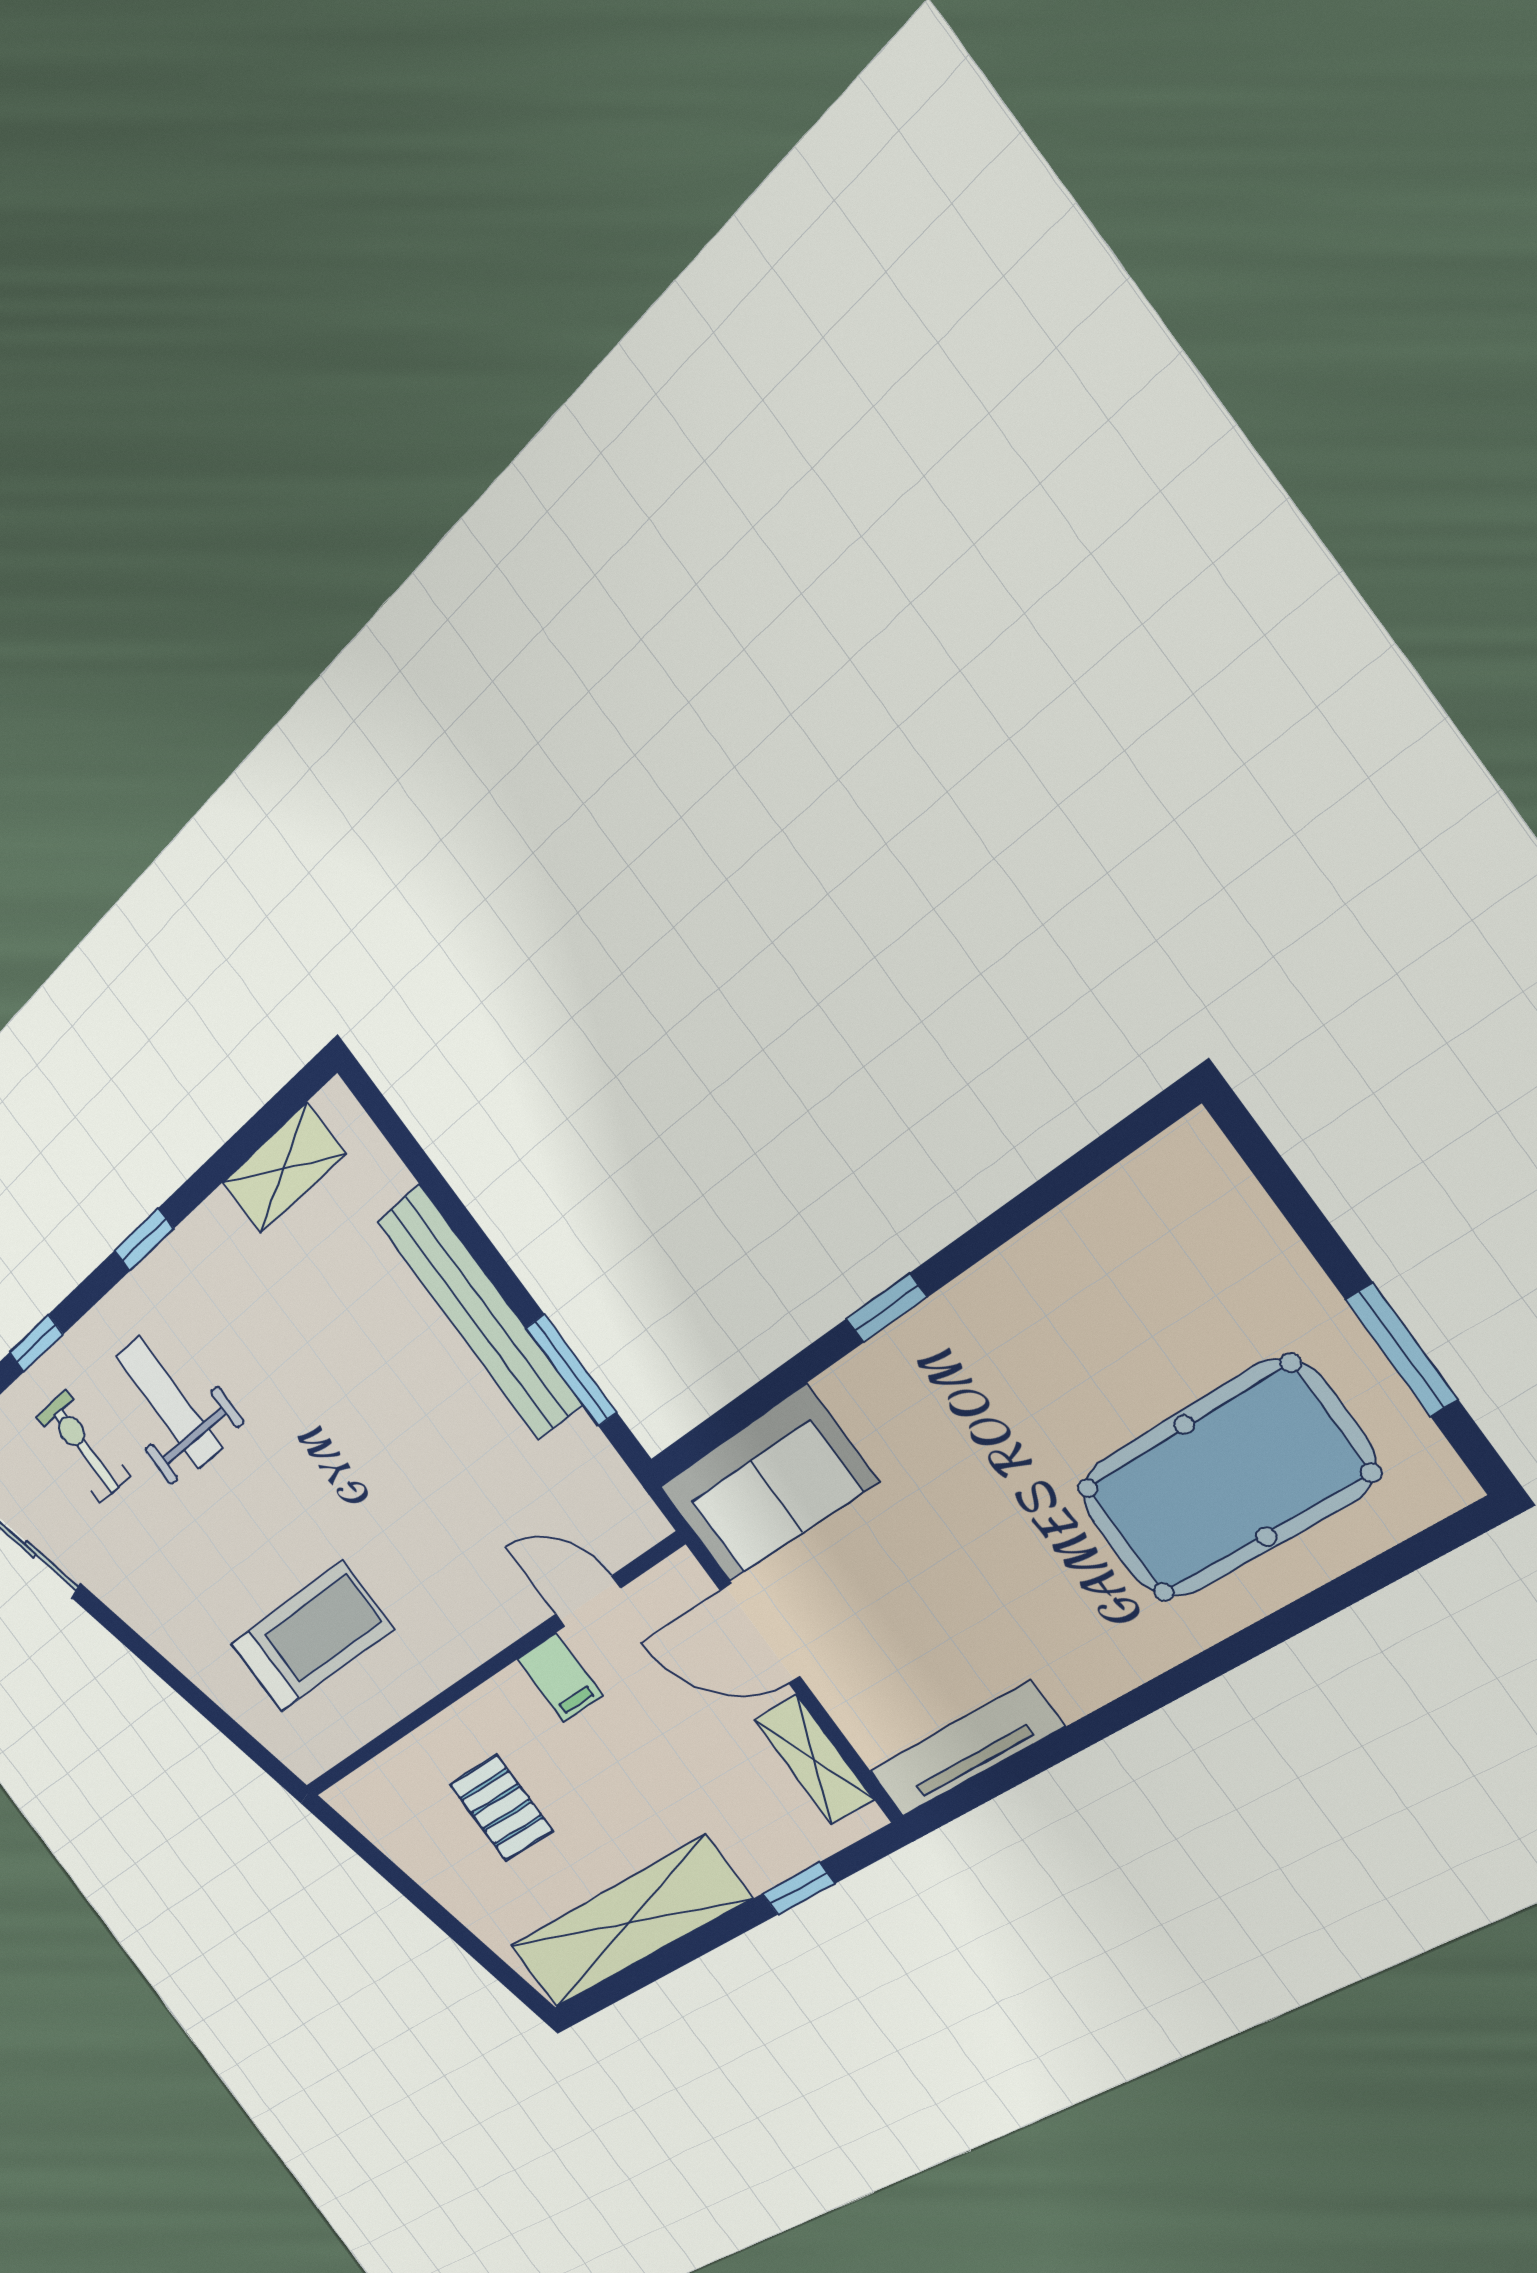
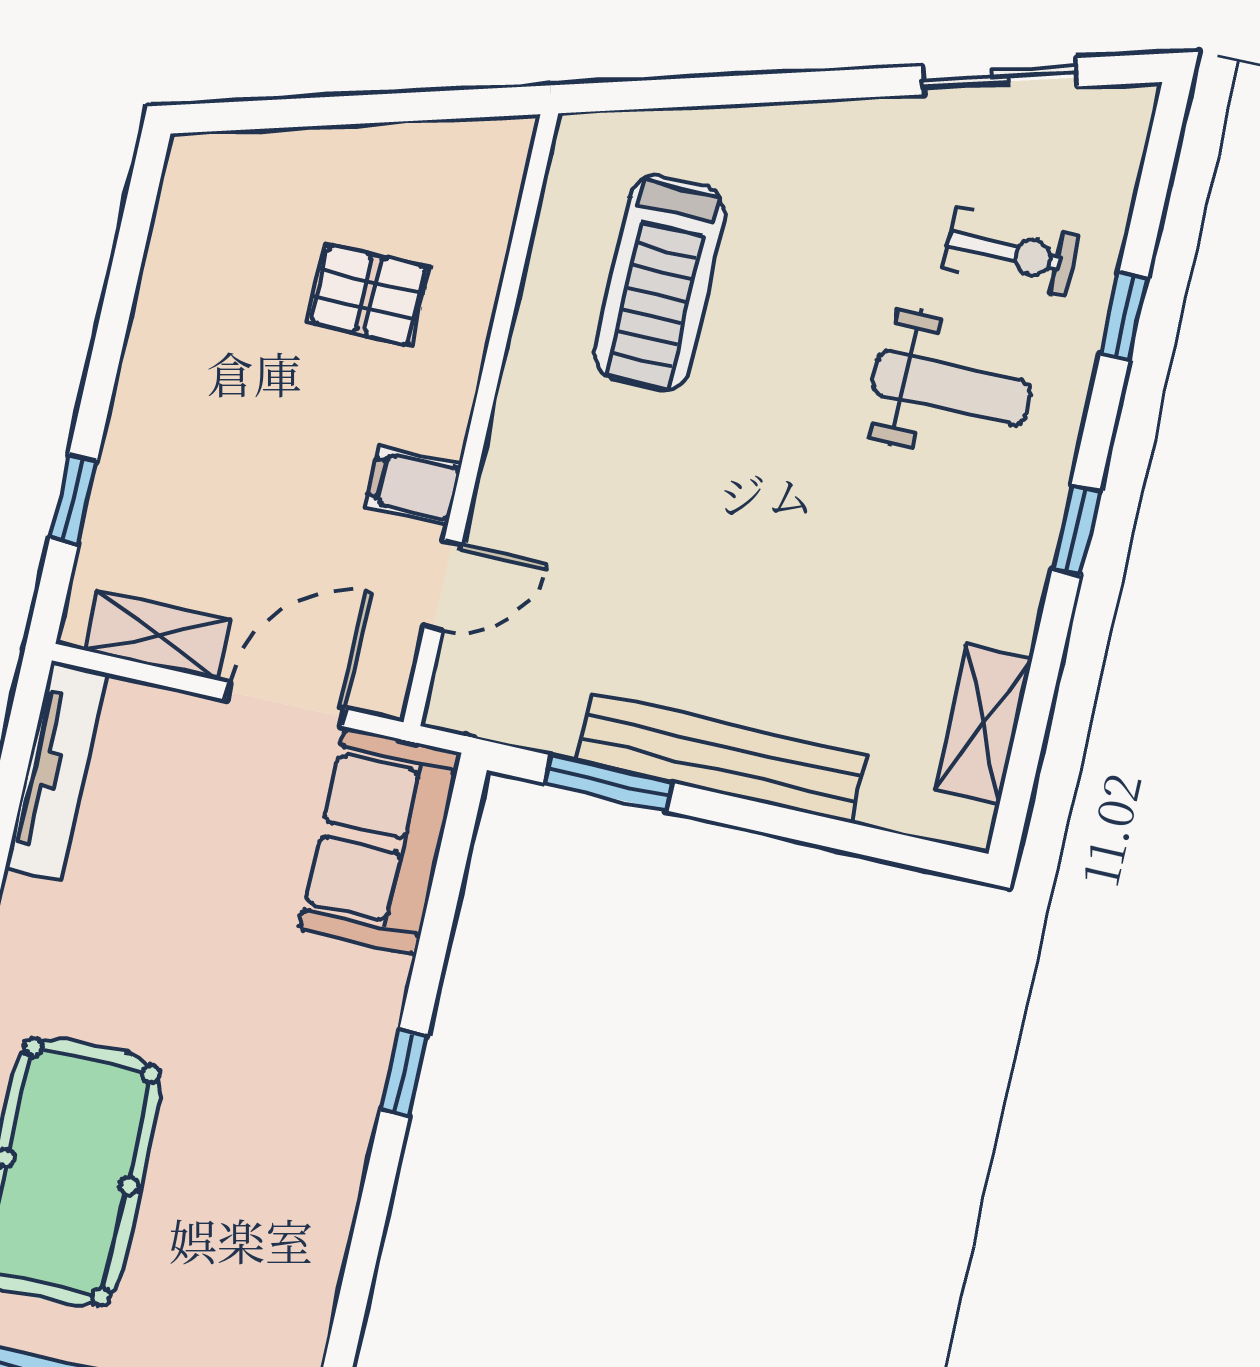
shelving: (628, 1923) -> (177, 301), removed

